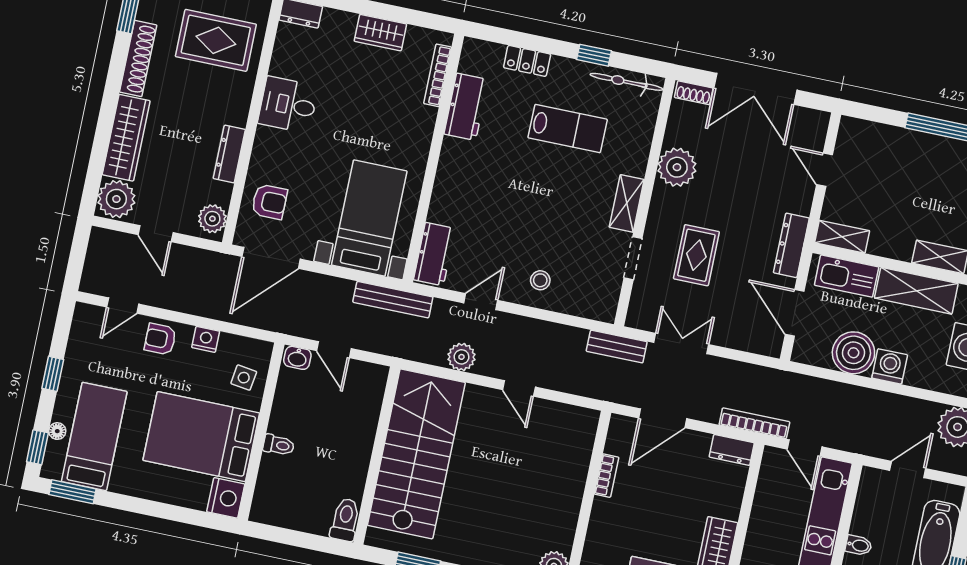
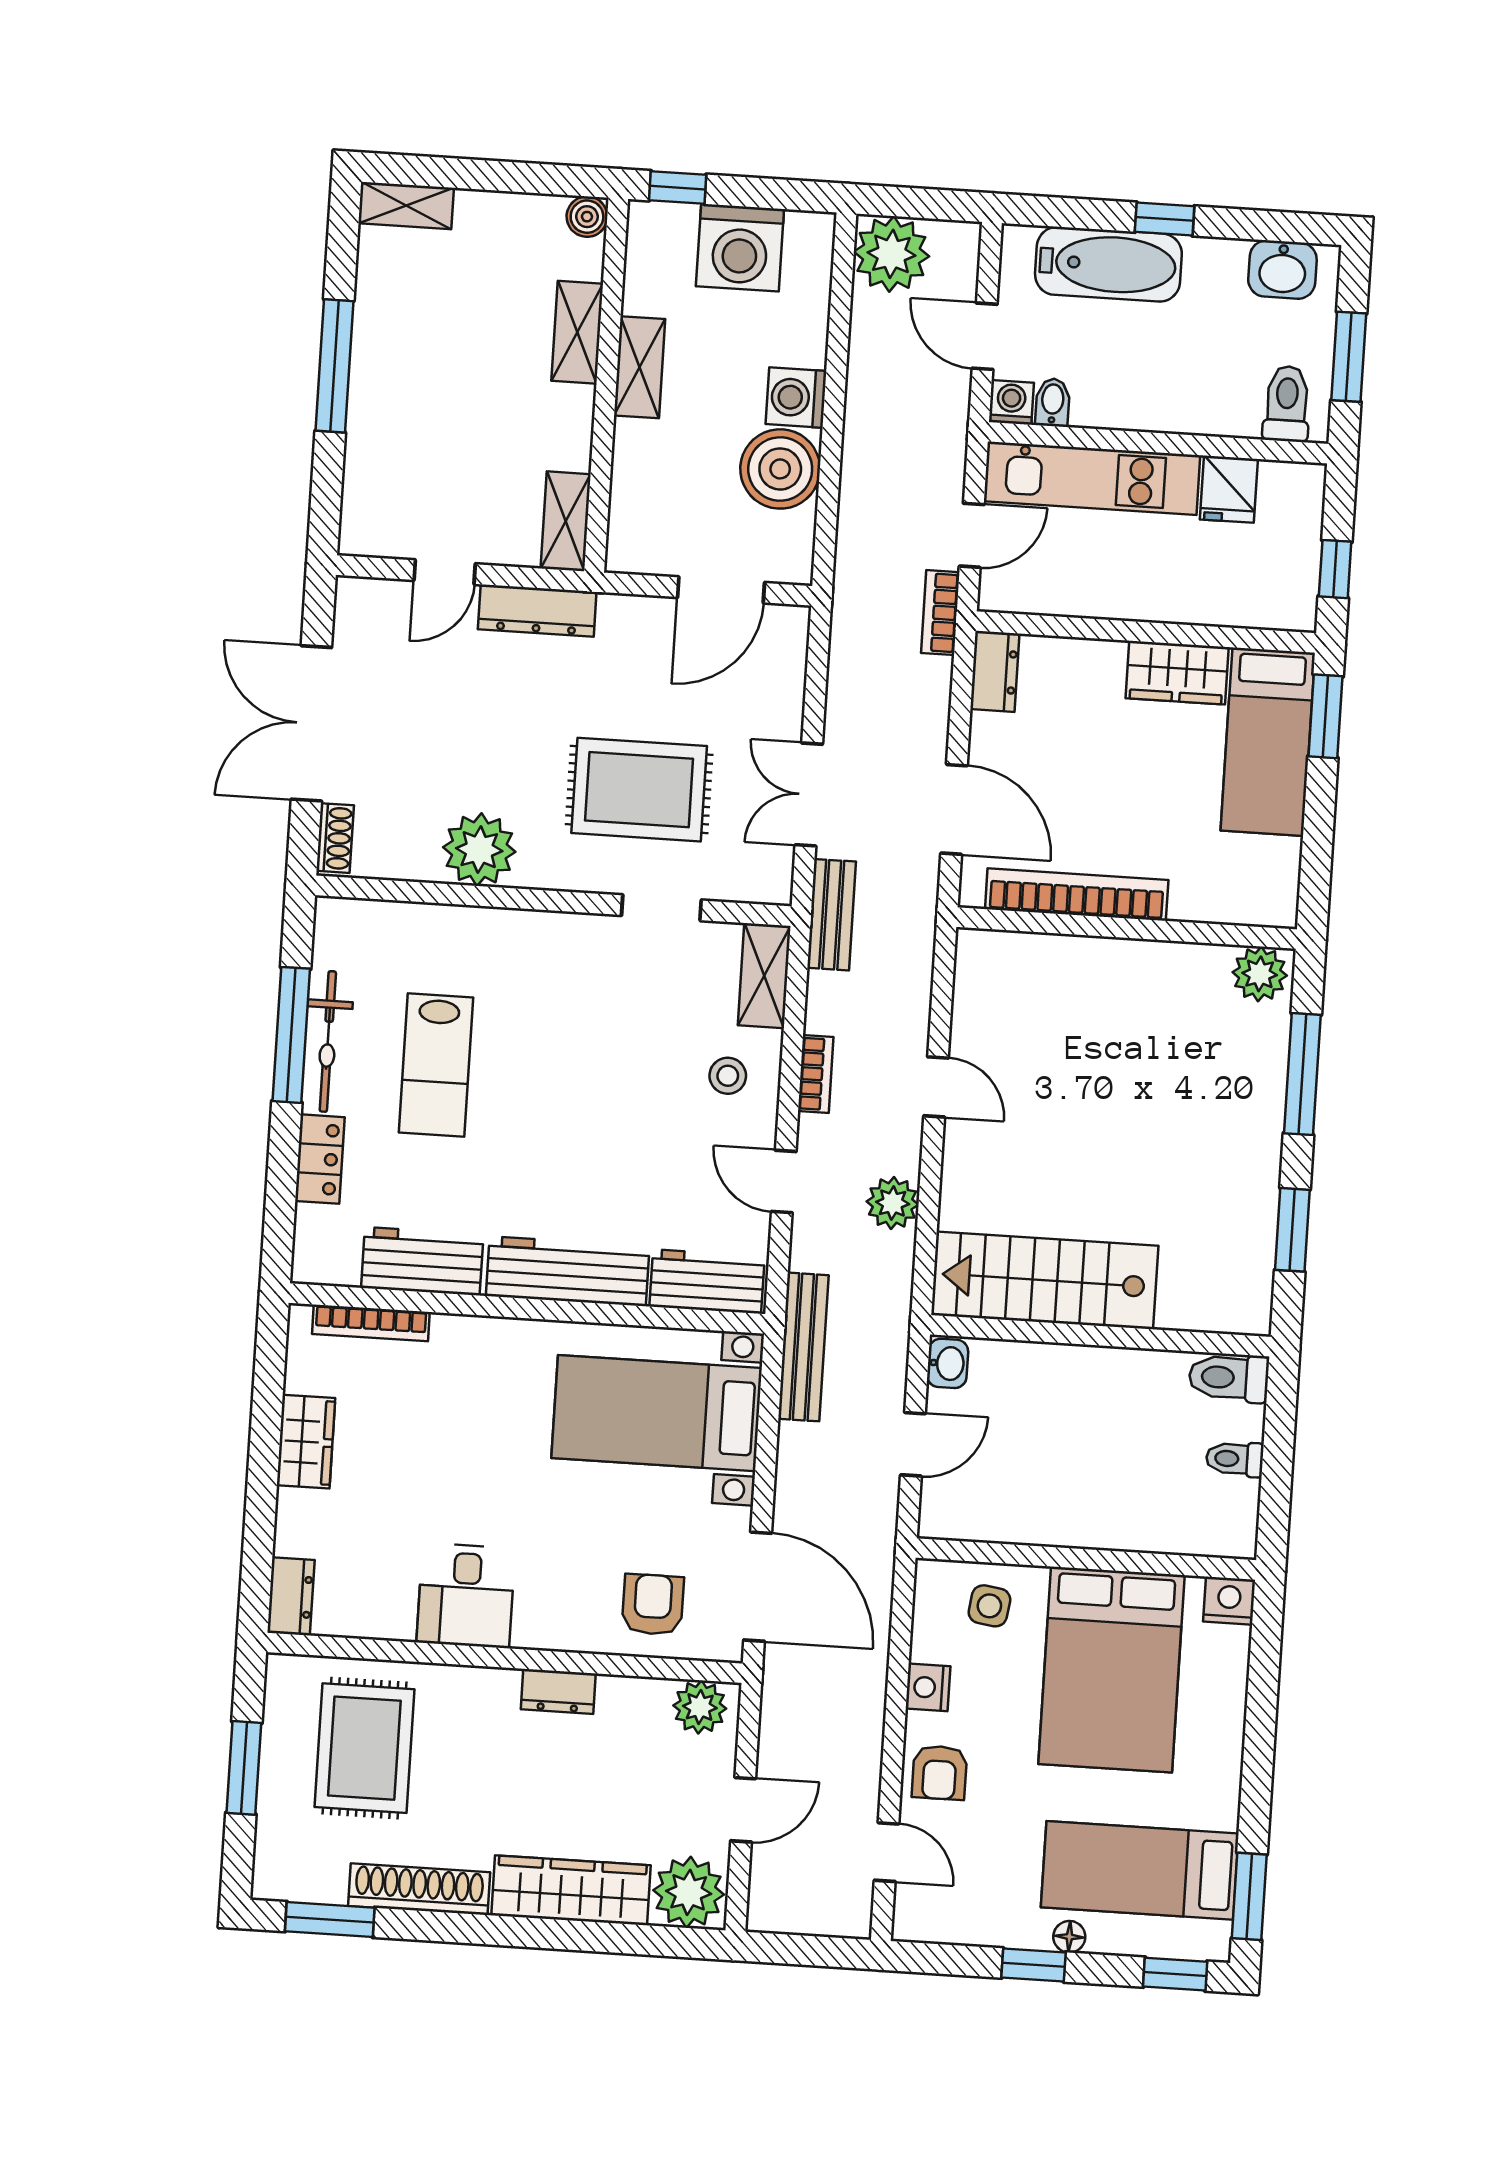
window: (594, 55) -> (291, 1035), width x2.17
bicycle: (627, 82) -> (328, 1041), moved
double door: (755, 89) -> (311, 723), swing flipped
lab bench: (568, 129) -> (436, 1065), turned 180
dresser: (229, 154) -> (558, 1691), width x0.70
workbench: (450, 182) -> (568, 1271), added
shelving: (627, 203) -> (764, 976), moved, turned 90
dresser: (791, 245) -> (537, 611), moved
rug: (696, 255) -> (639, 790), width x1.36, depth x1.43
kitchen sink: (847, 276) -> (638, 502), removed
shelving: (916, 291) -> (640, 367), width x0.67, depth x0.75
bookcase: (535, 326) -> (816, 1074), added
washbasin: (297, 358) -> (948, 1363), moved
door: (519, 388) -> (936, 1087), hinge flipped
bookcase: (754, 423) -> (940, 613), width x0.64
floor lamp: (57, 431) -> (1069, 1937), moved
toilet: (279, 445) -> (1235, 1459), moved, turned -90
stairs: (416, 454) -> (1045, 1280), width x0.73, depth x0.66
bookcase: (606, 476) -> (1077, 895), width x2.31, depth x1.31
washing machine: (871, 479) -> (1011, 402), added
nightstand: (226, 498) -> (1229, 1601), width x0.74, depth x0.75
bidet: (859, 545) -> (1053, 402), moved

